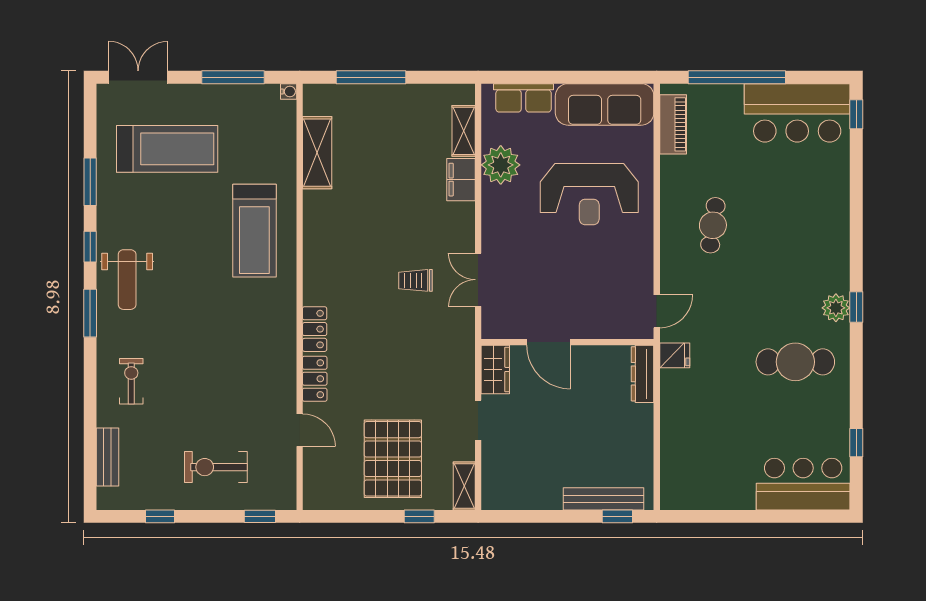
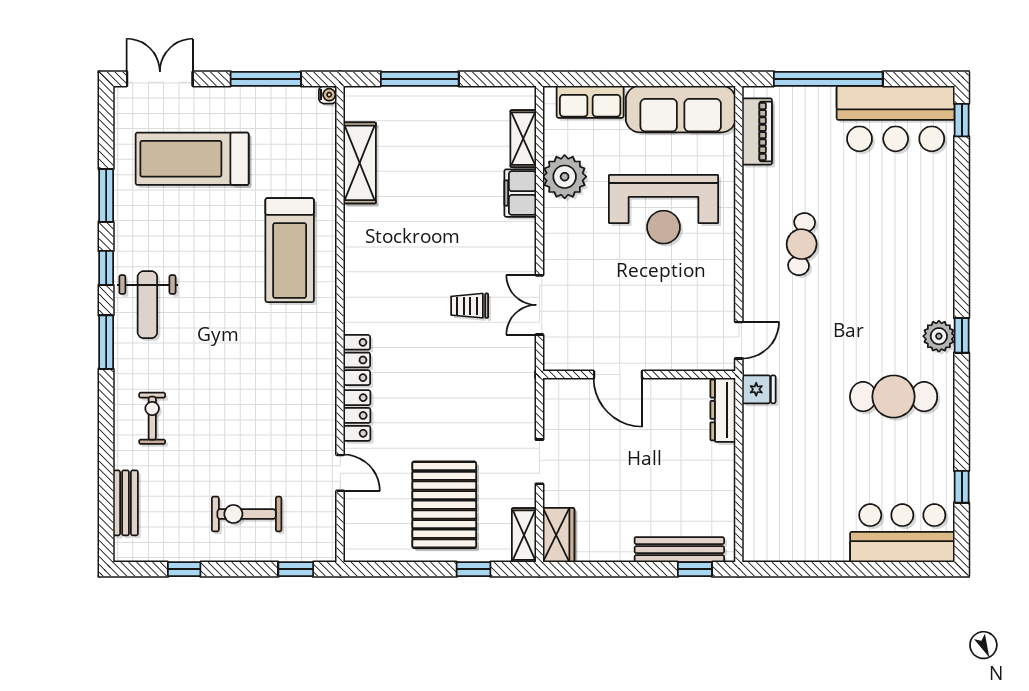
treadmill: (167, 149) -> (192, 159), turned 180
wardrobe: (495, 369) -> (559, 535), moved

